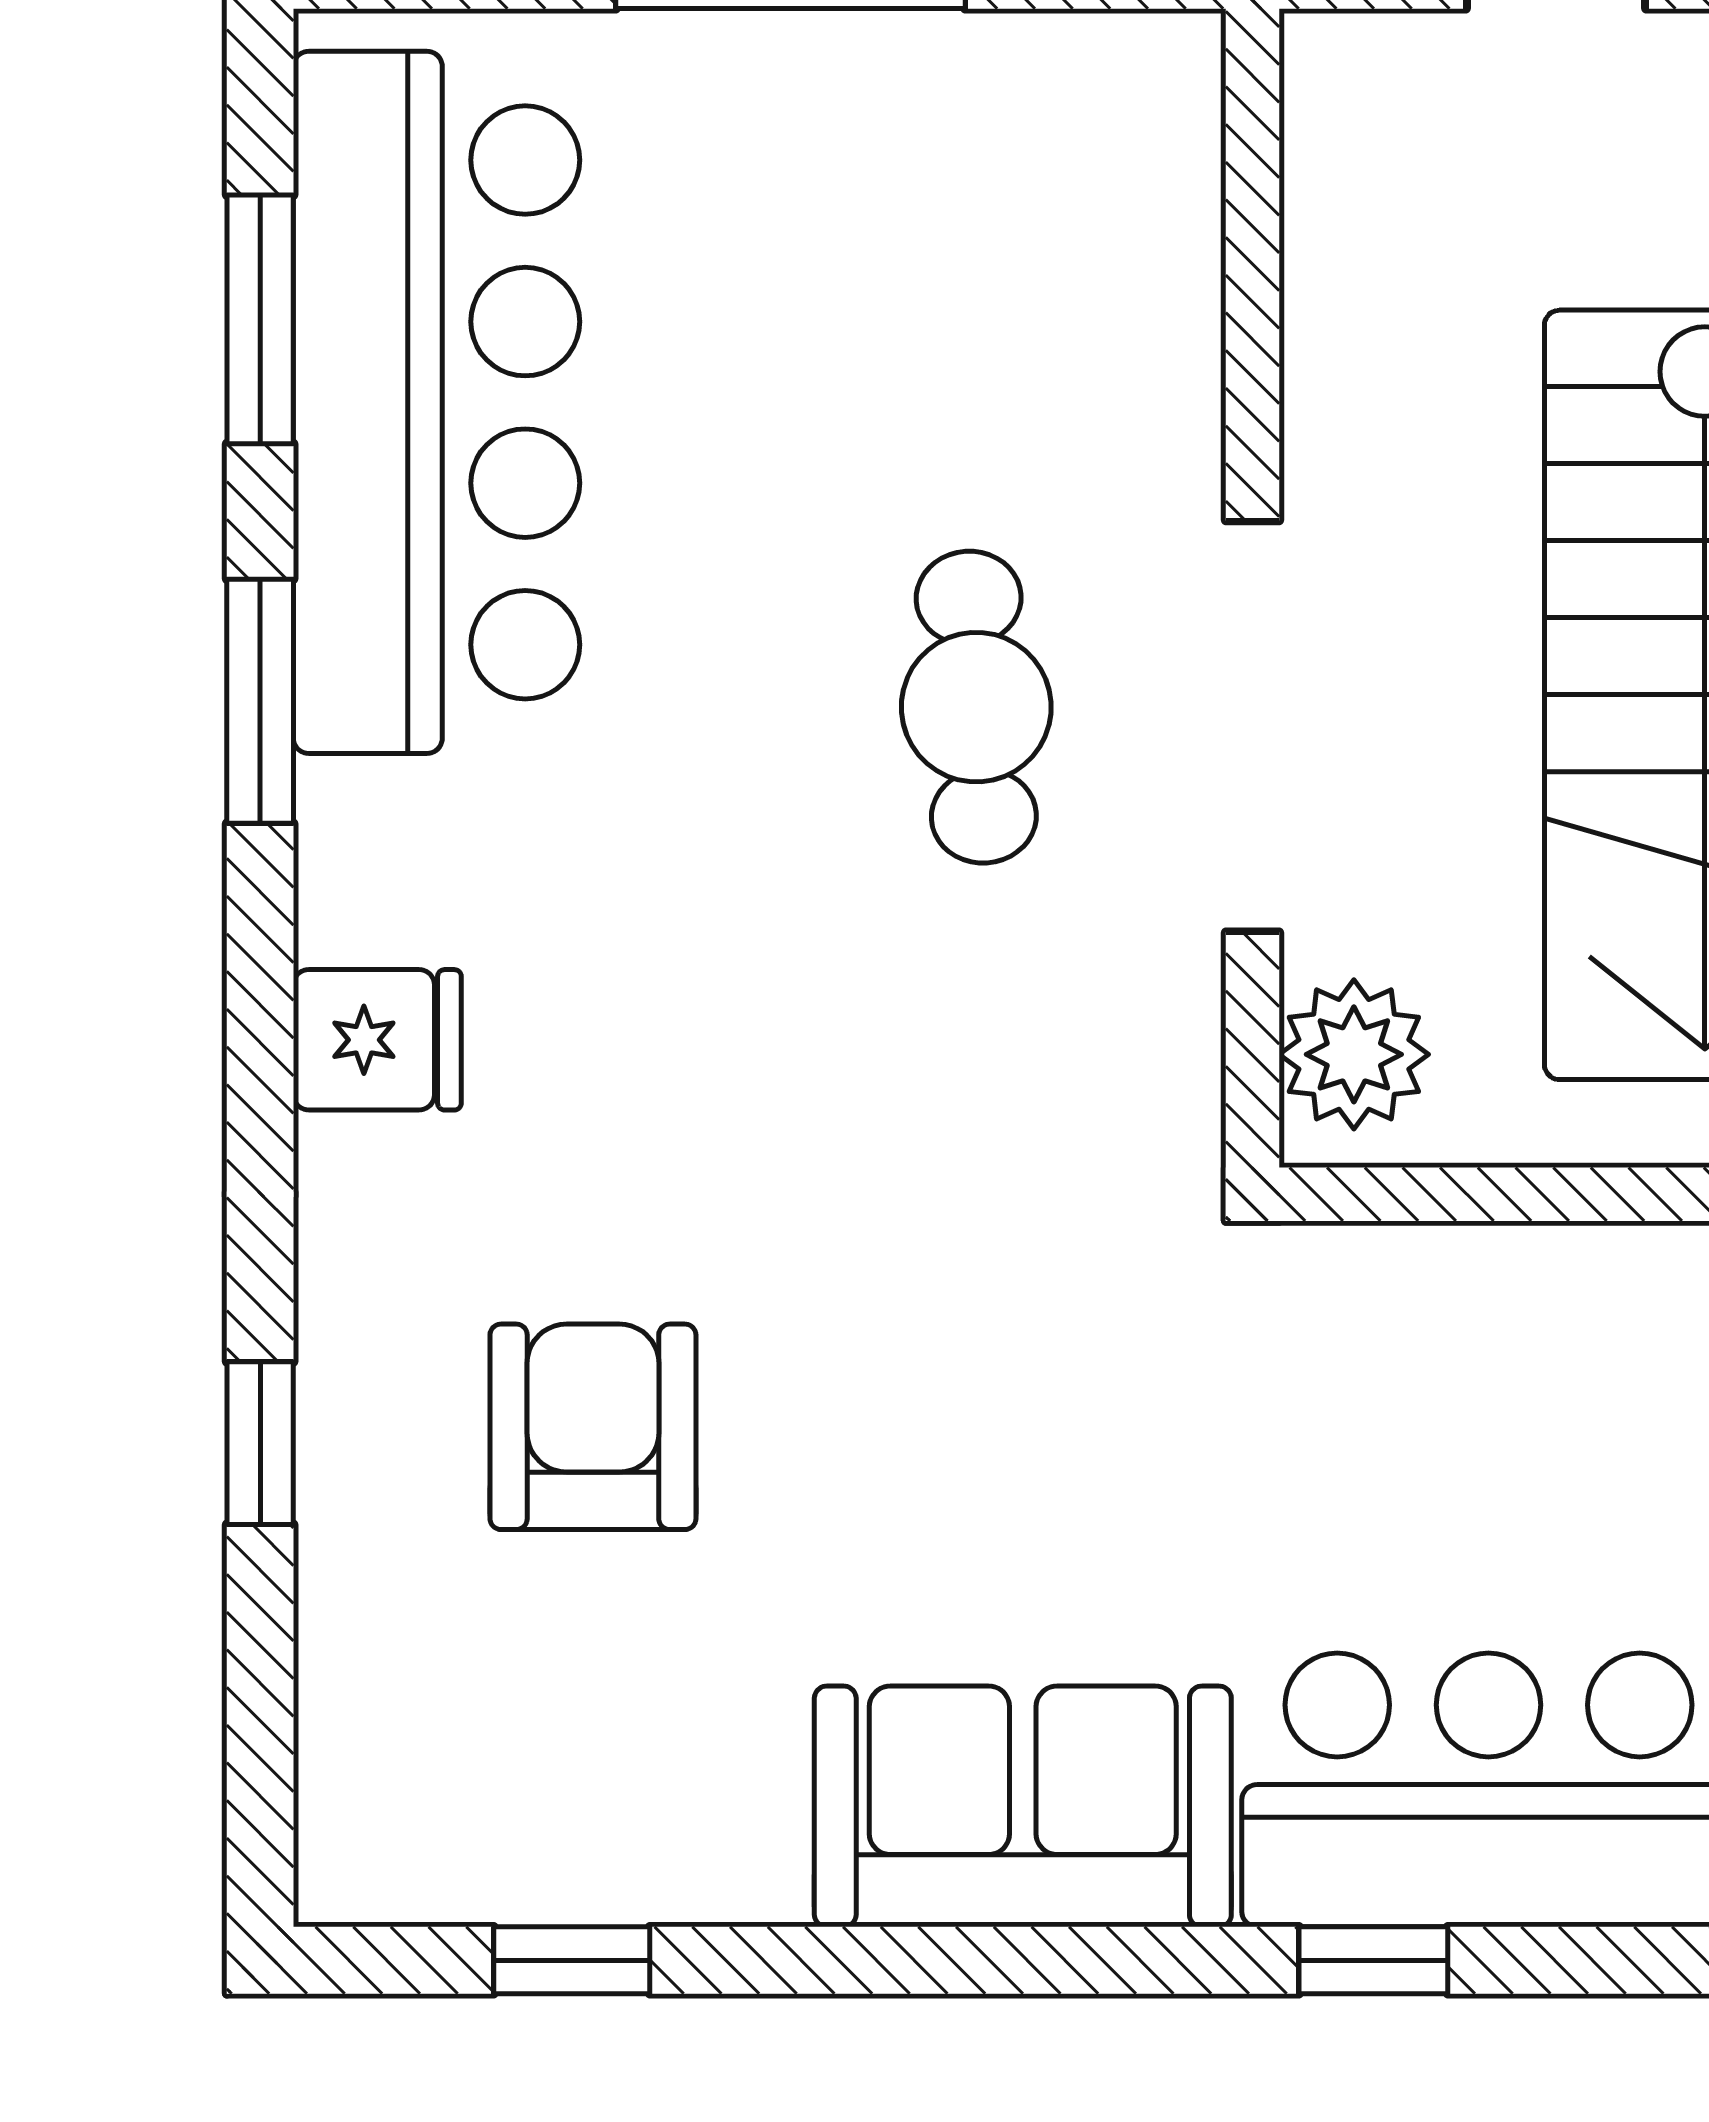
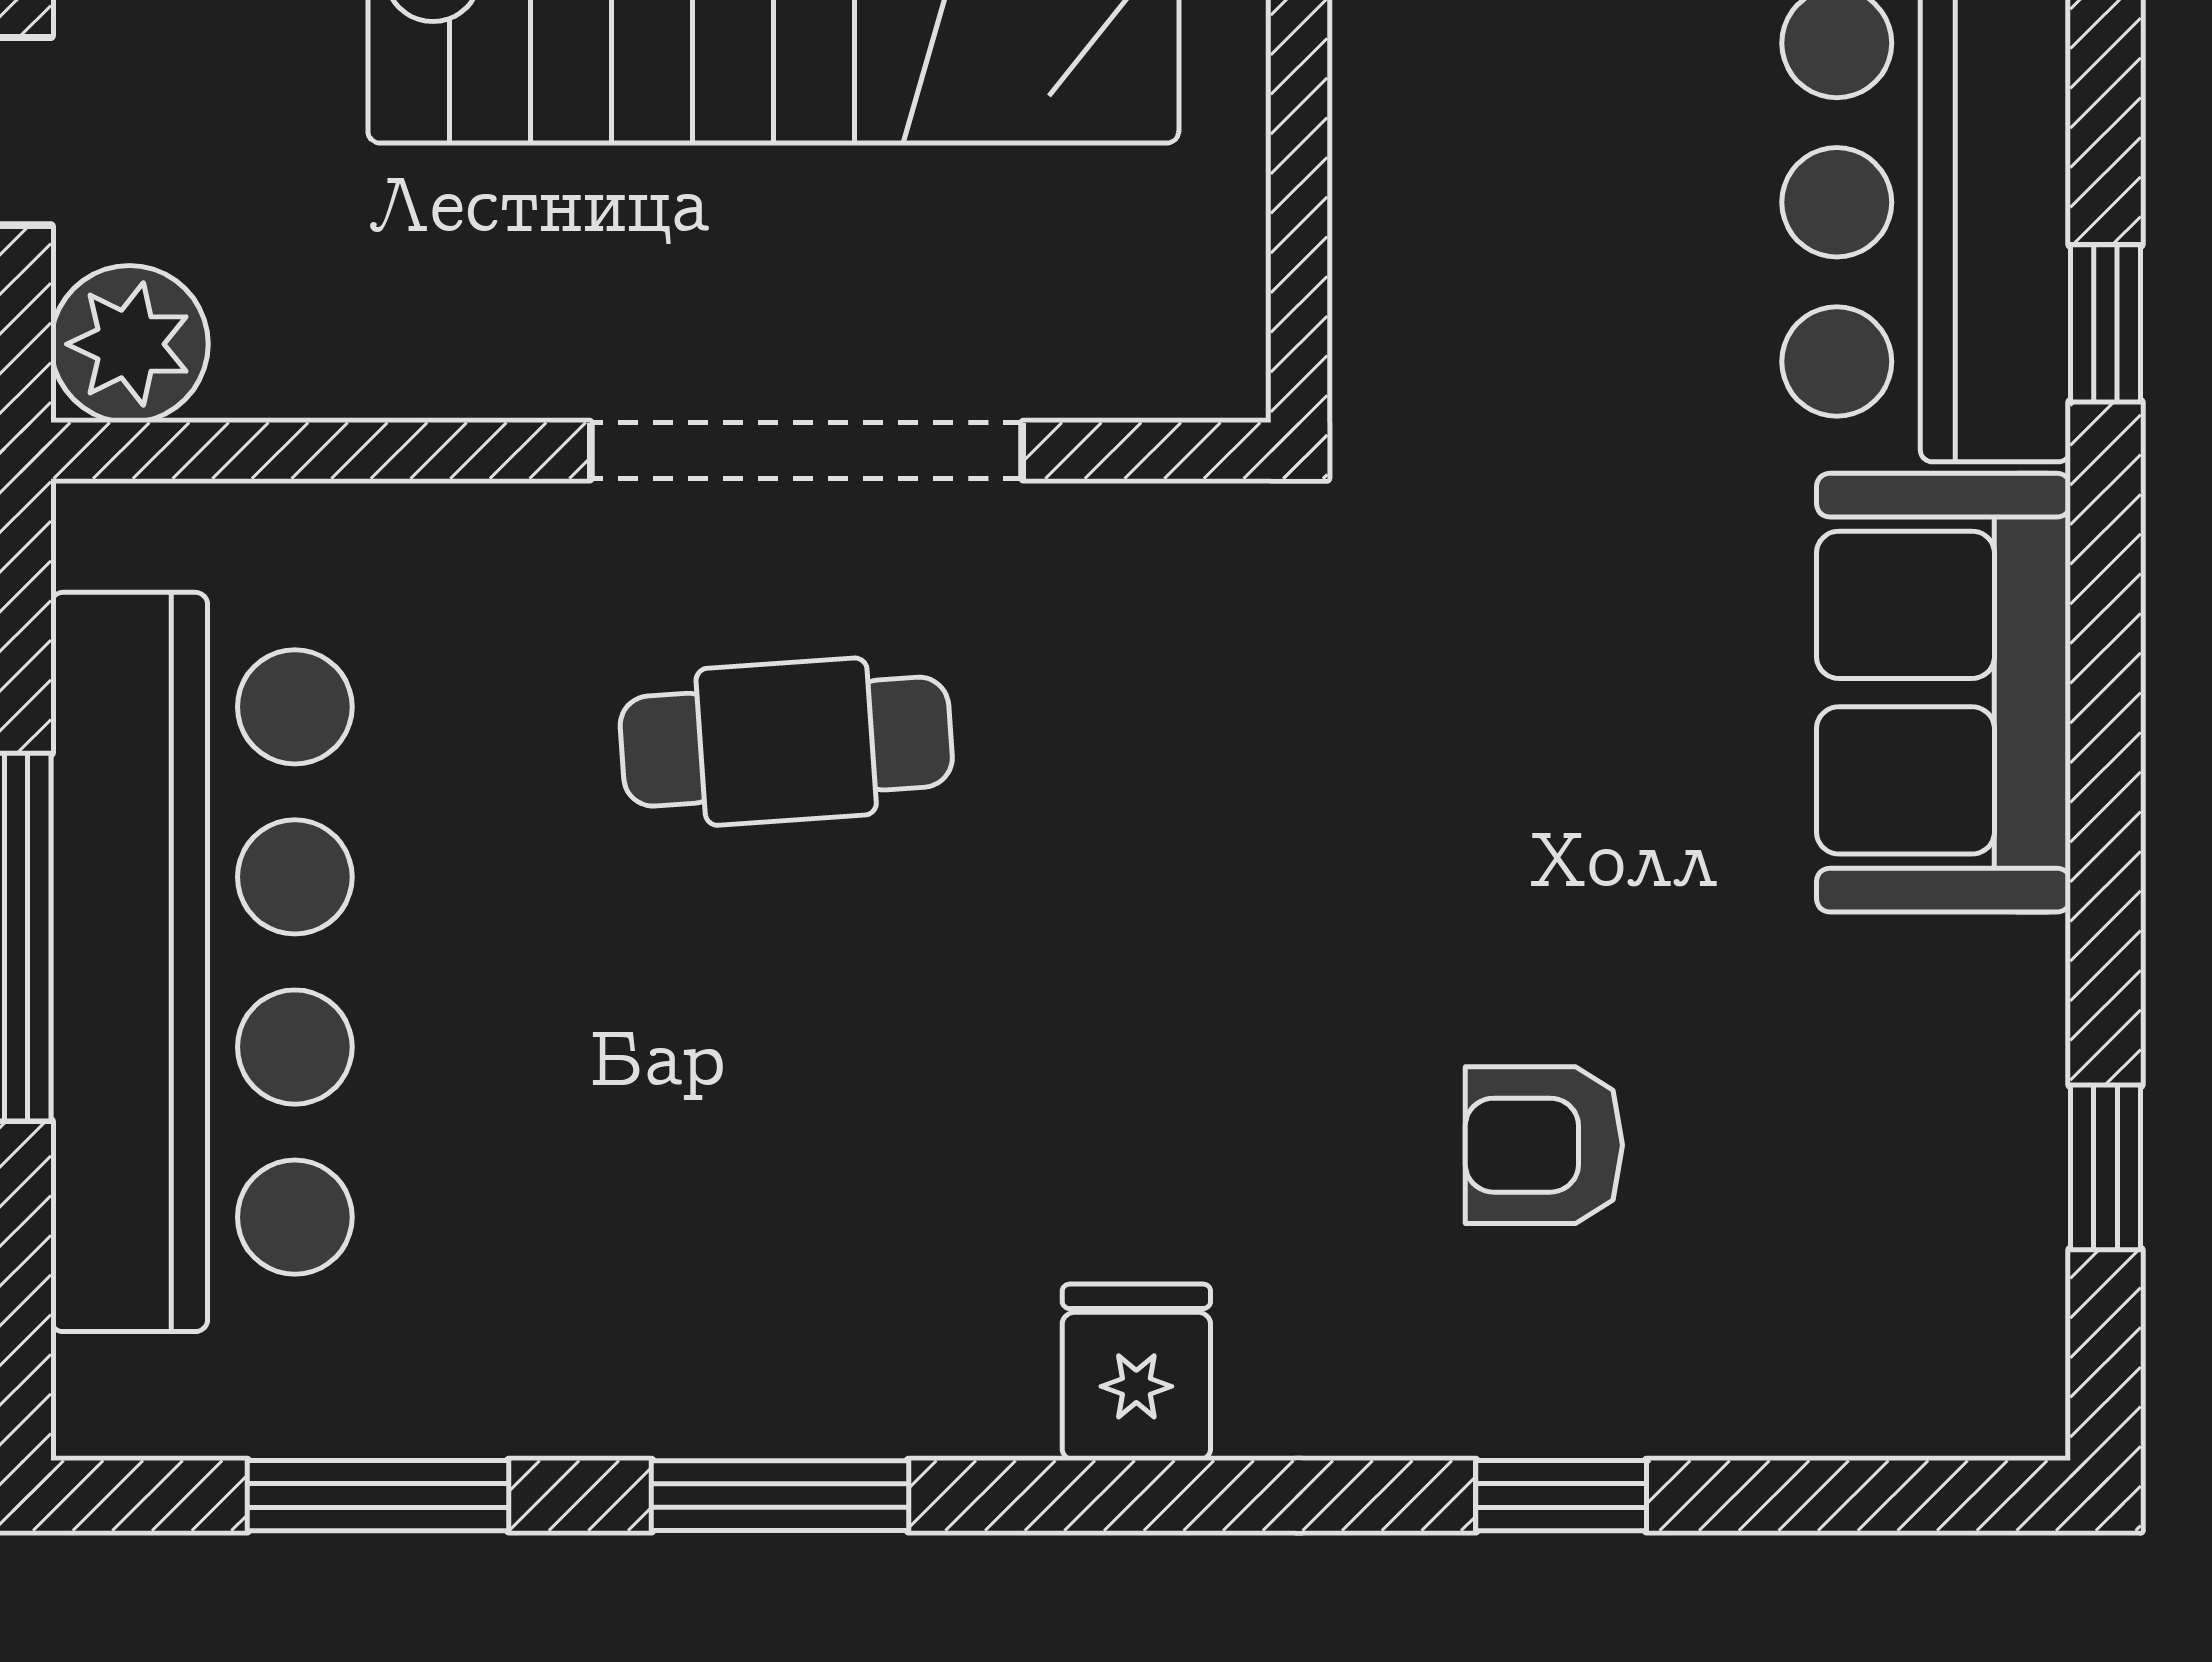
bar counter: (436, 402) -> (201, 962), moved, turned 90
plant: (1354, 1054) -> (129, 344), moved
armchair: (593, 1427) -> (1544, 1145), width x0.72, depth x0.72

